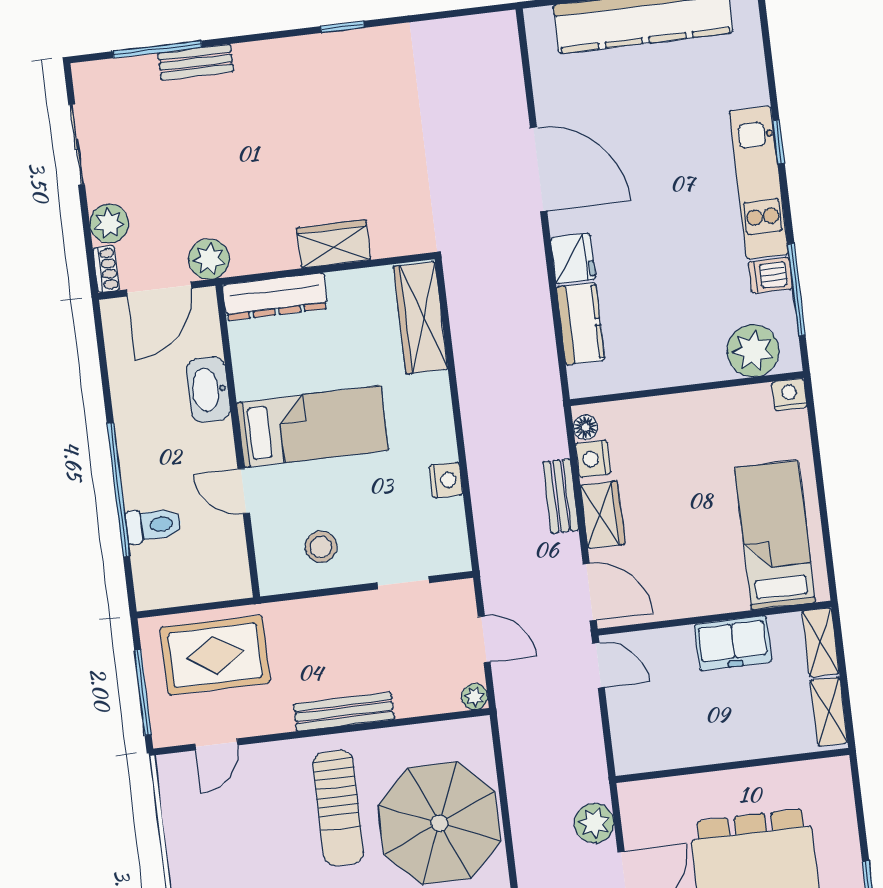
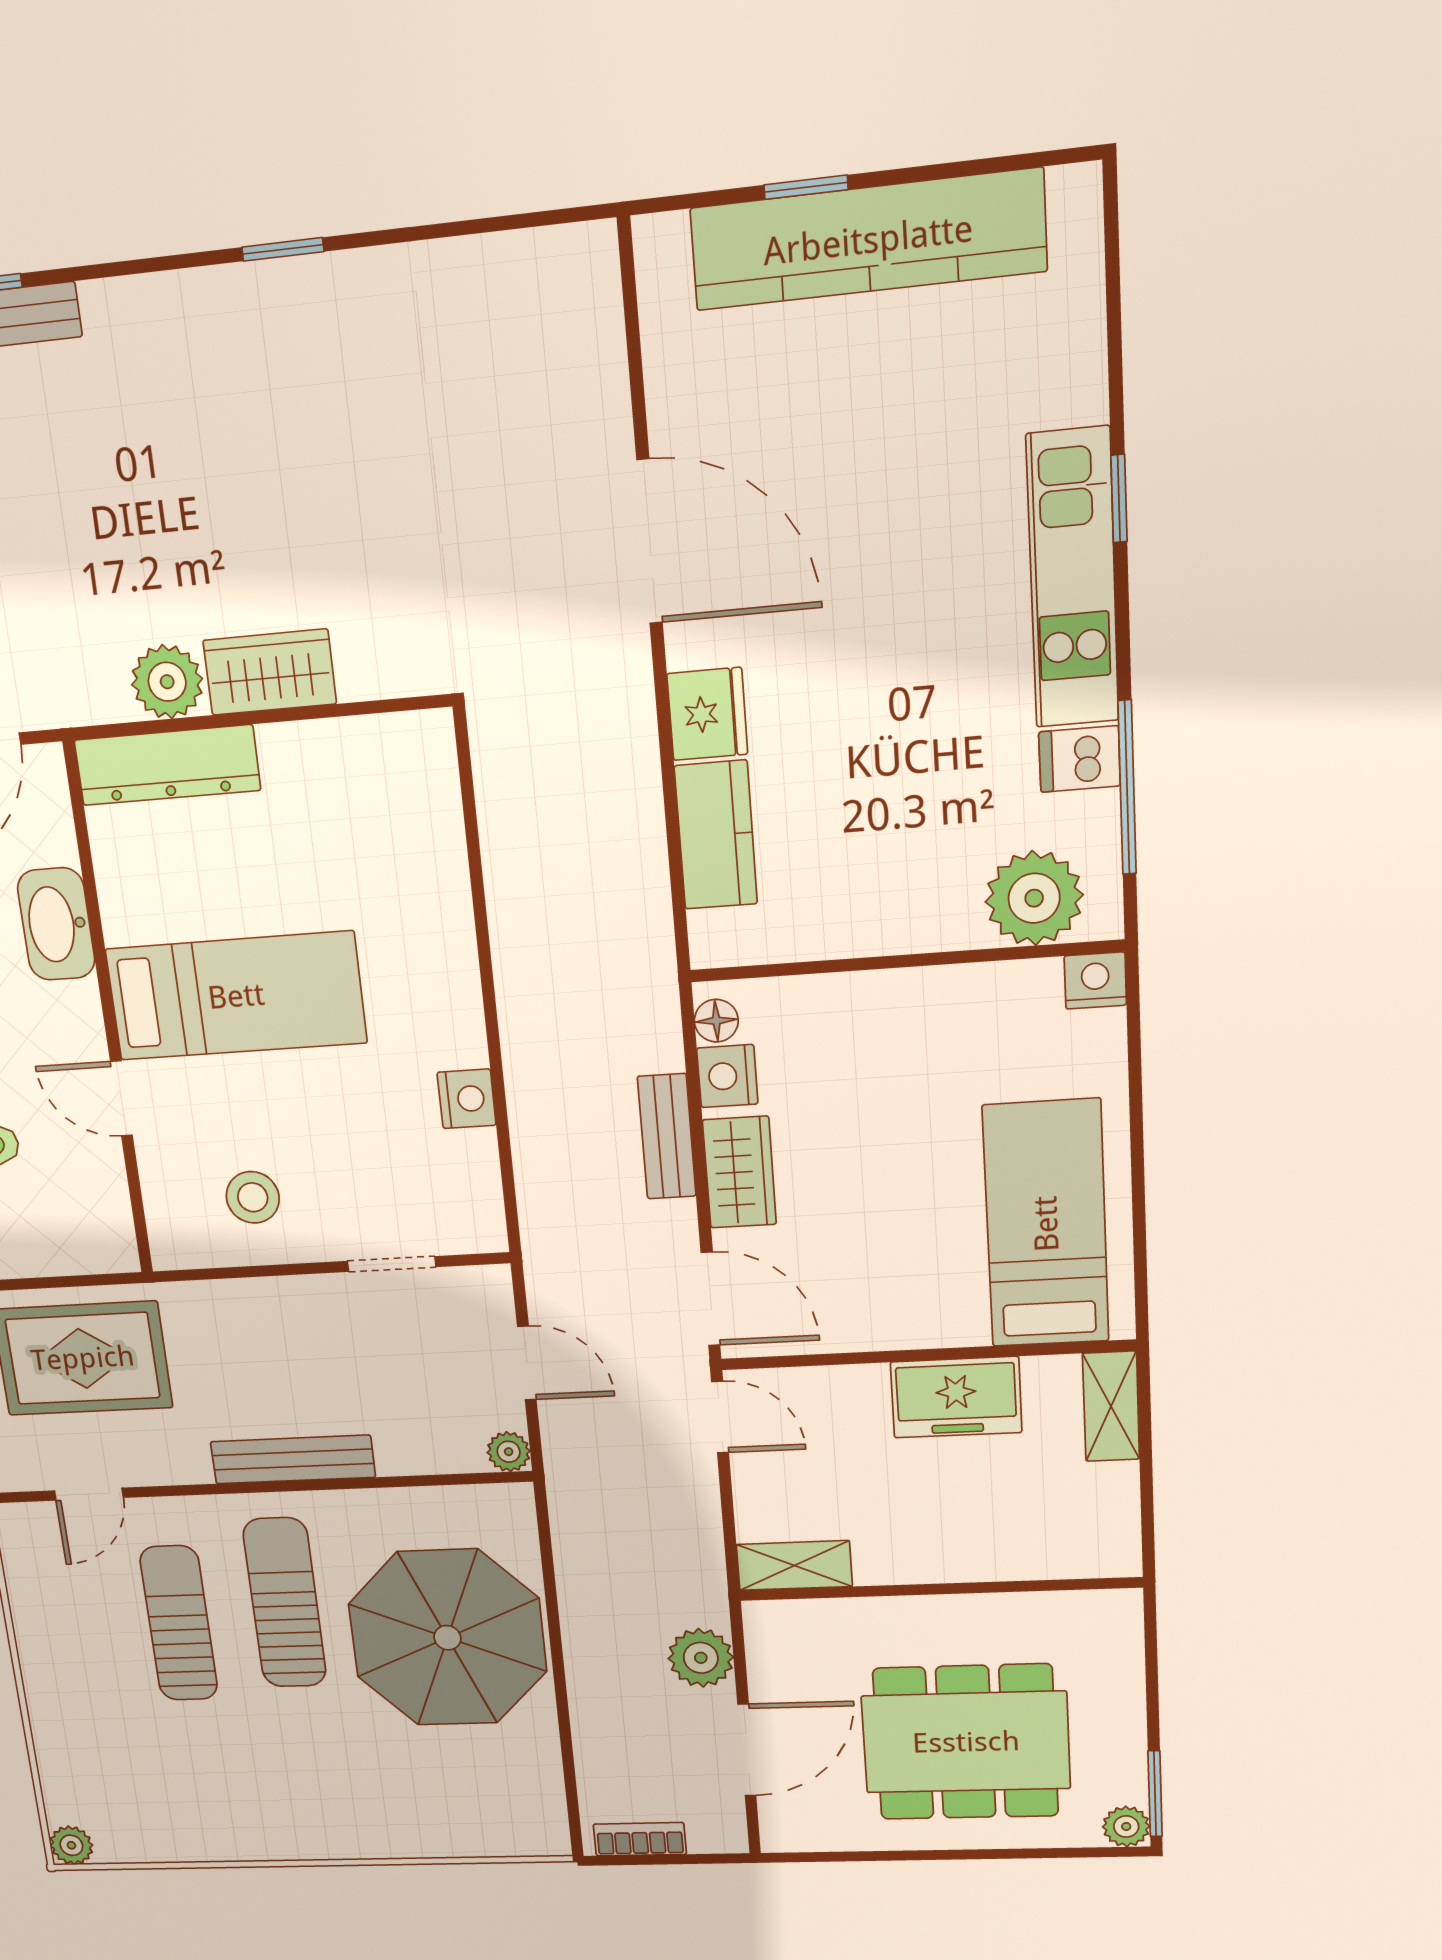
plant: (209, 259) -> (167, 682), moved
wardrobe: (421, 318) -> (426, 813), removed
shelving: (829, 711) -> (794, 1565), moved, turned 90
sun lounger: (338, 808) -> (285, 1603), turned 180
sun lounger: (271, 828) -> (179, 1623), added

